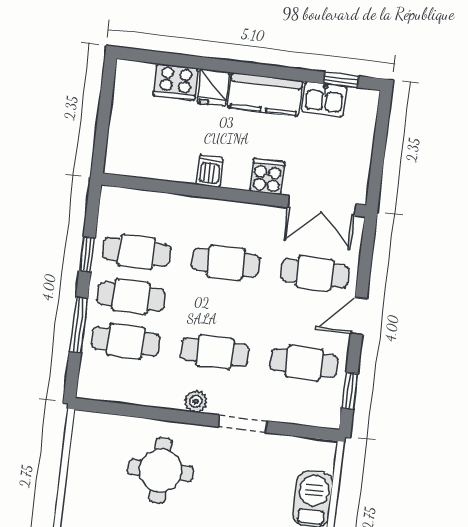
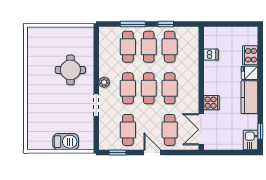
kitchen sink: (324, 99) -> (250, 140), moved
dishwasher: (210, 171) -> (211, 55), moved
cafe table: (220, 307) -> (149, 88), added

